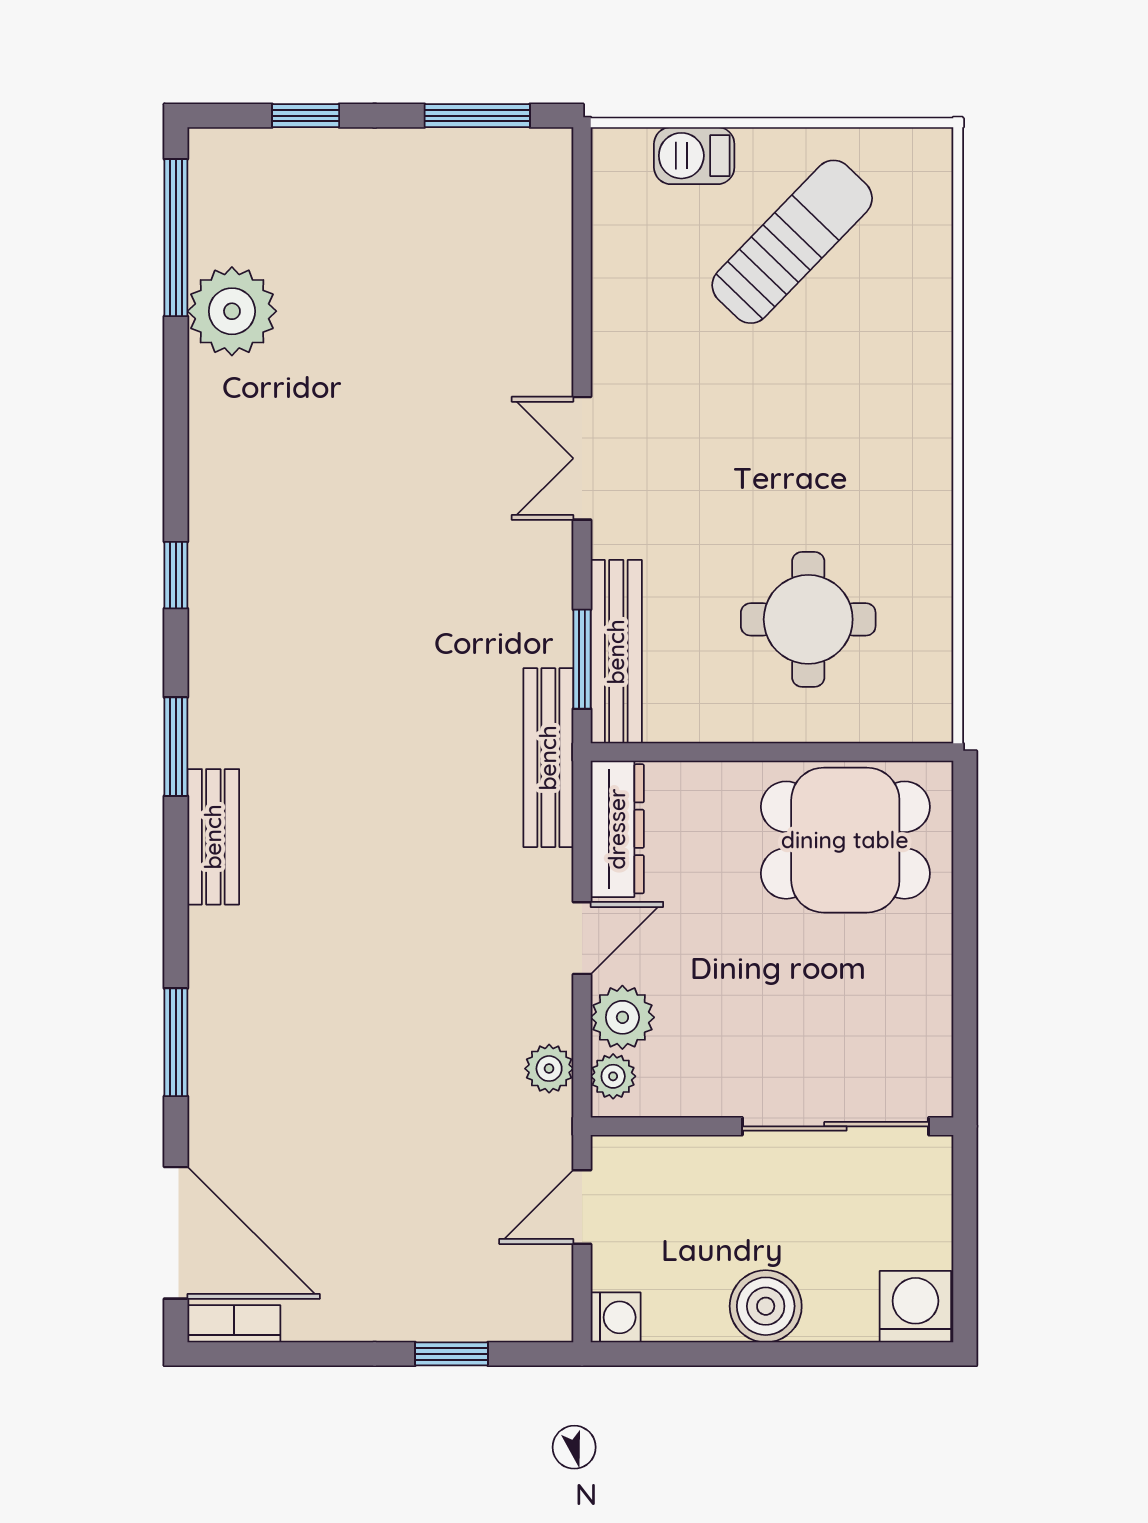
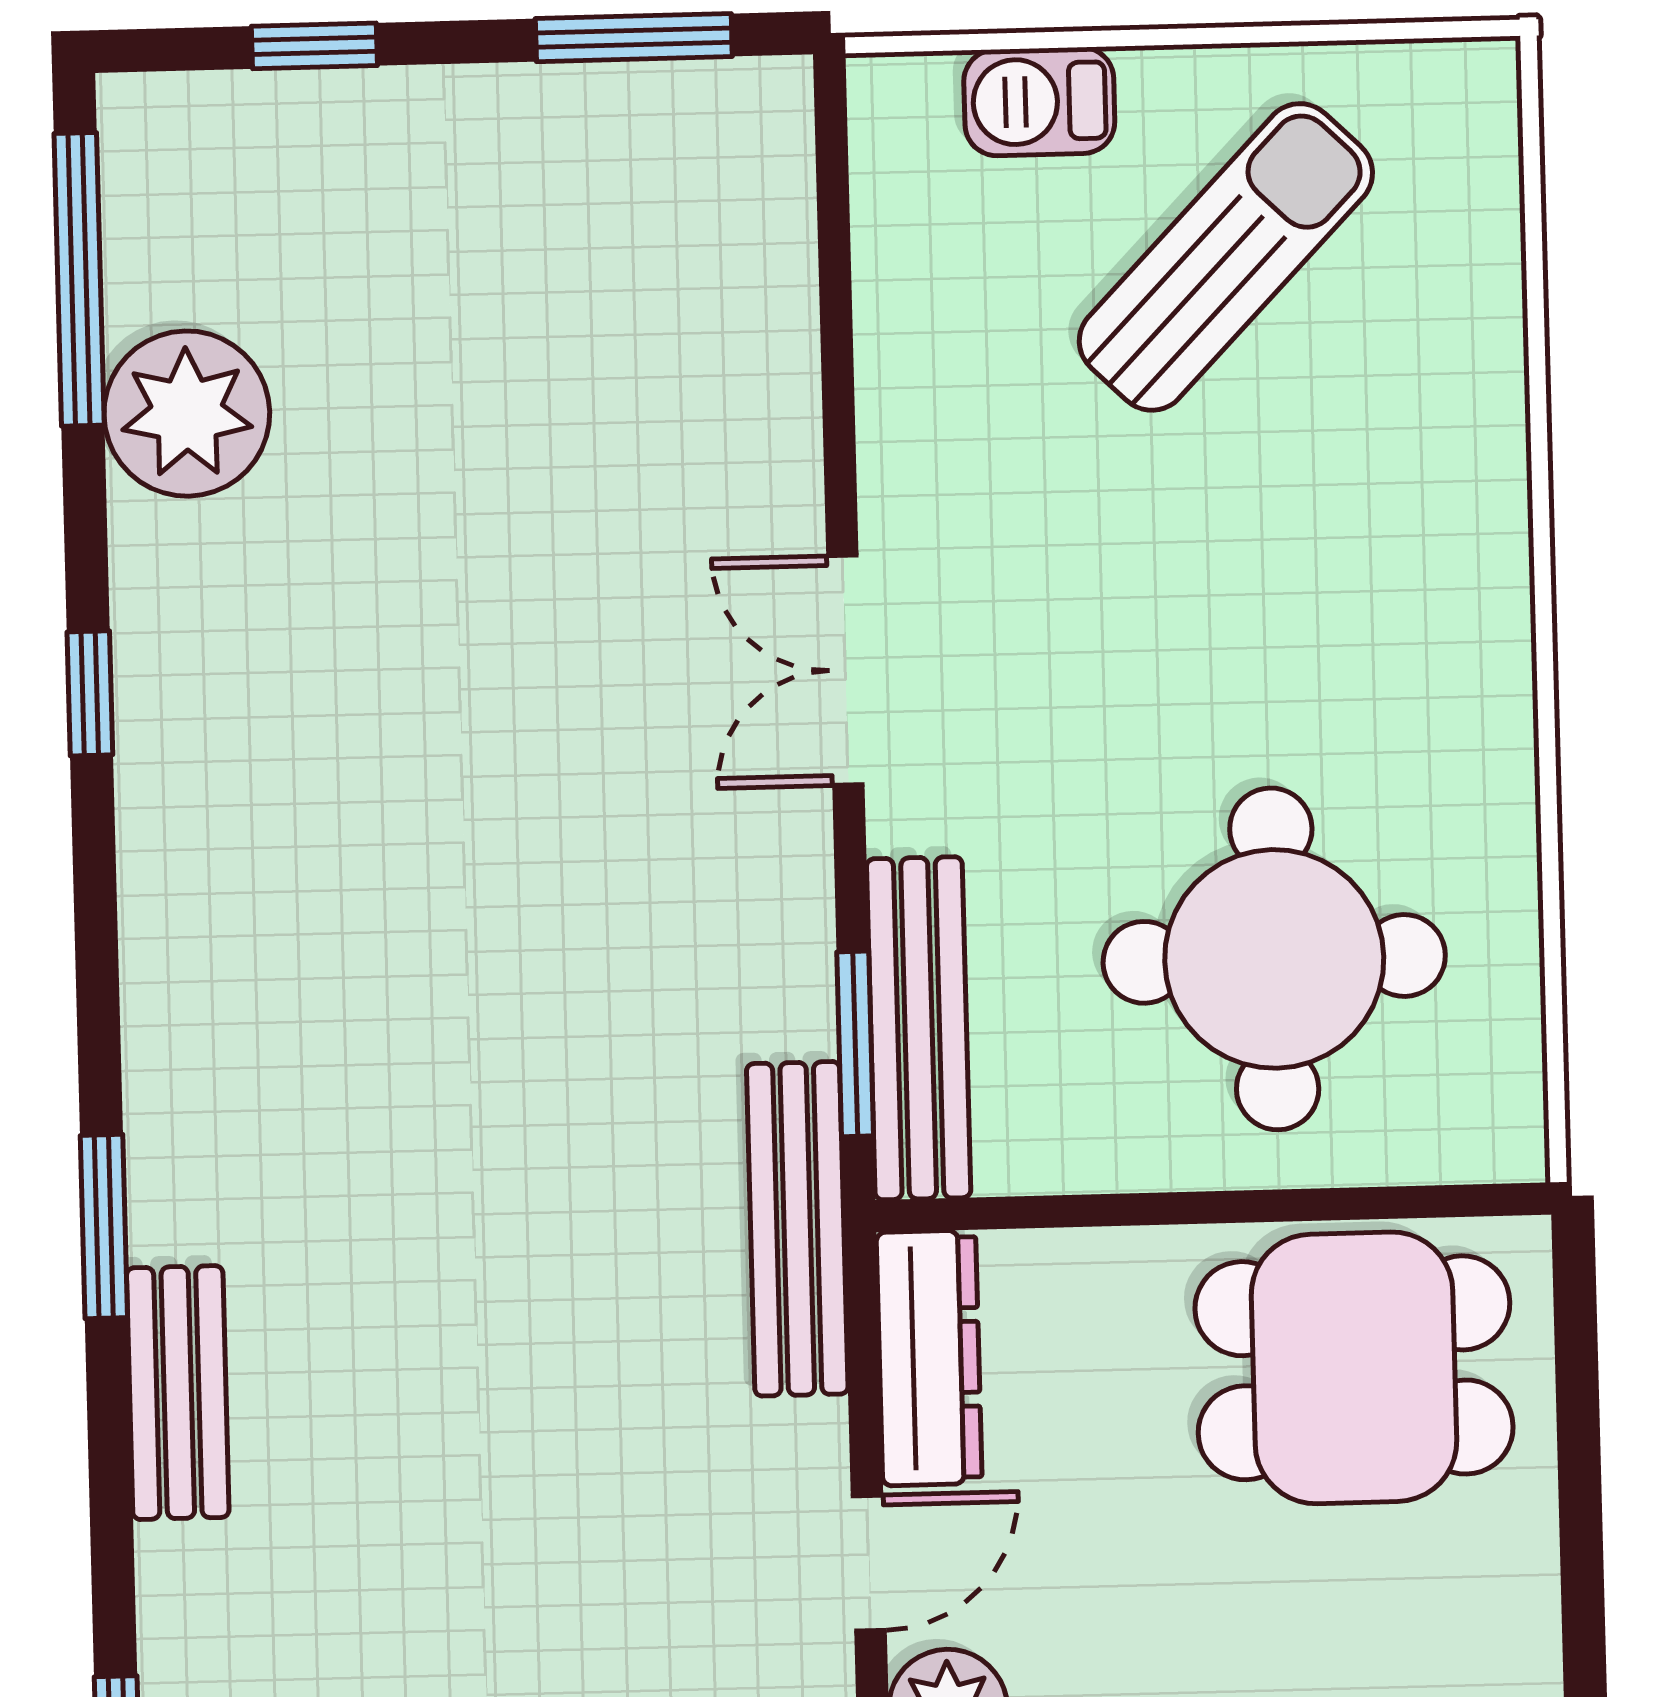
window: (176, 575) -> (90, 693), moved
round table: (808, 619) -> (1274, 959), width x1.36, depth x1.36

